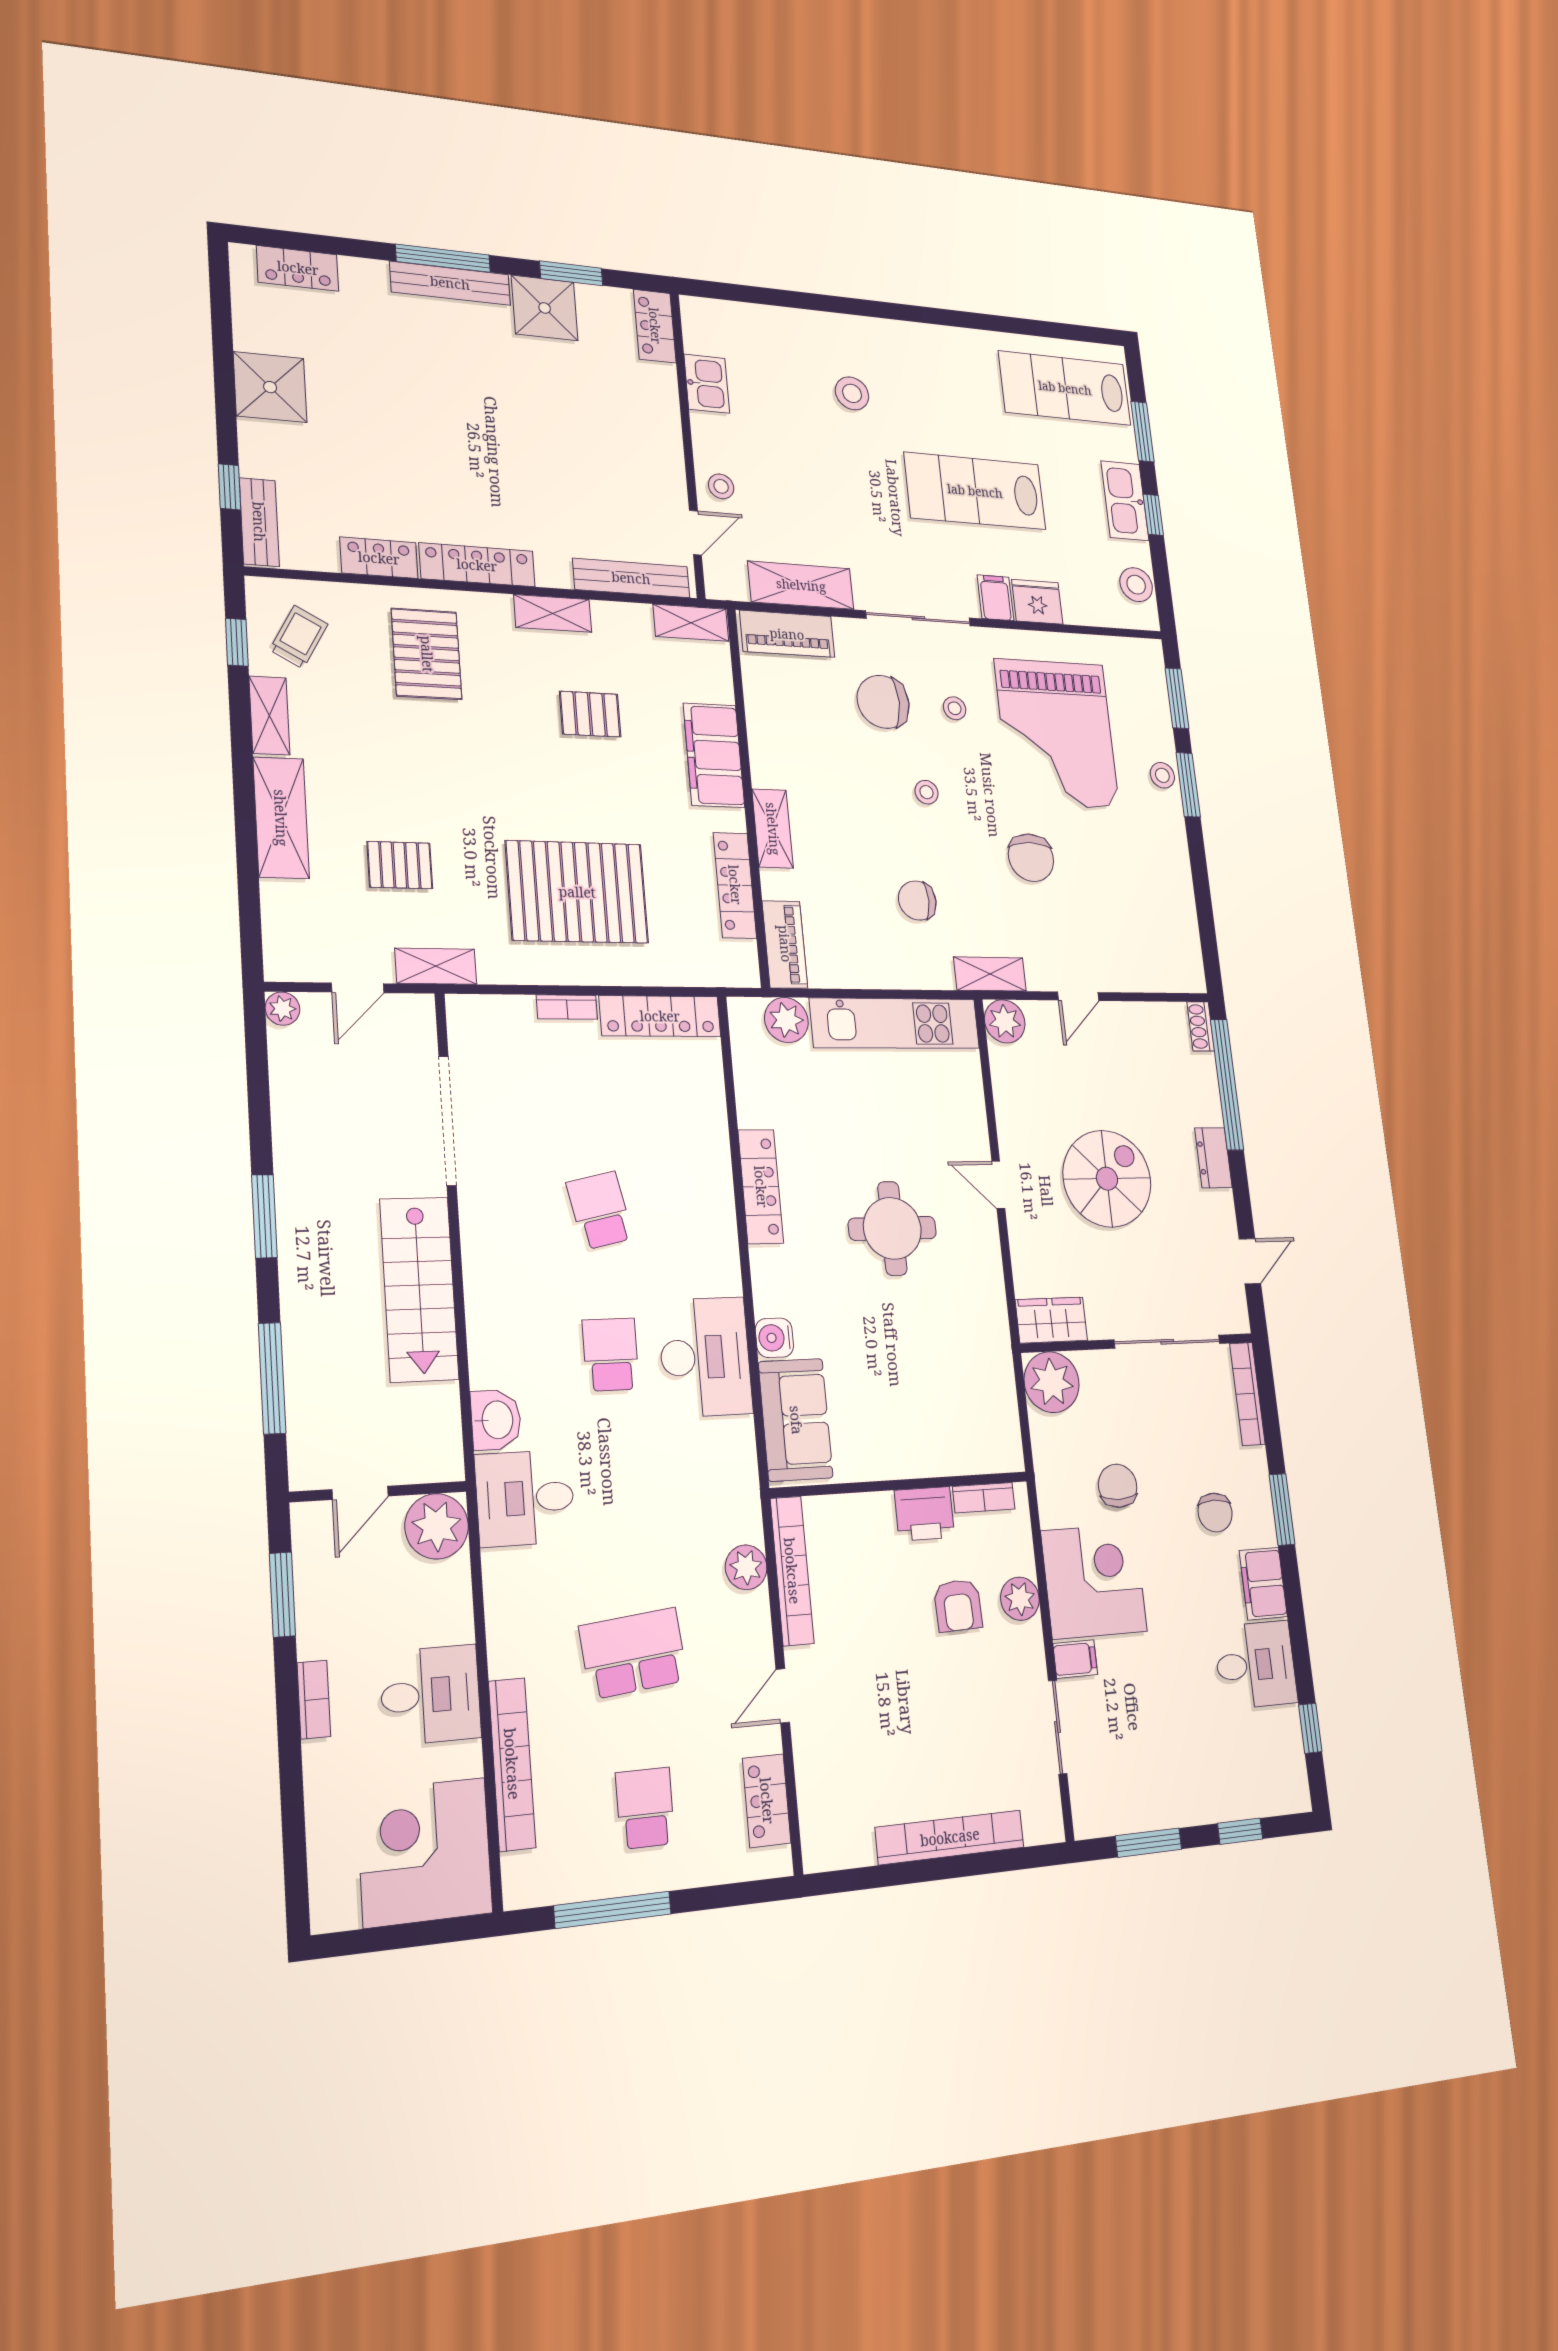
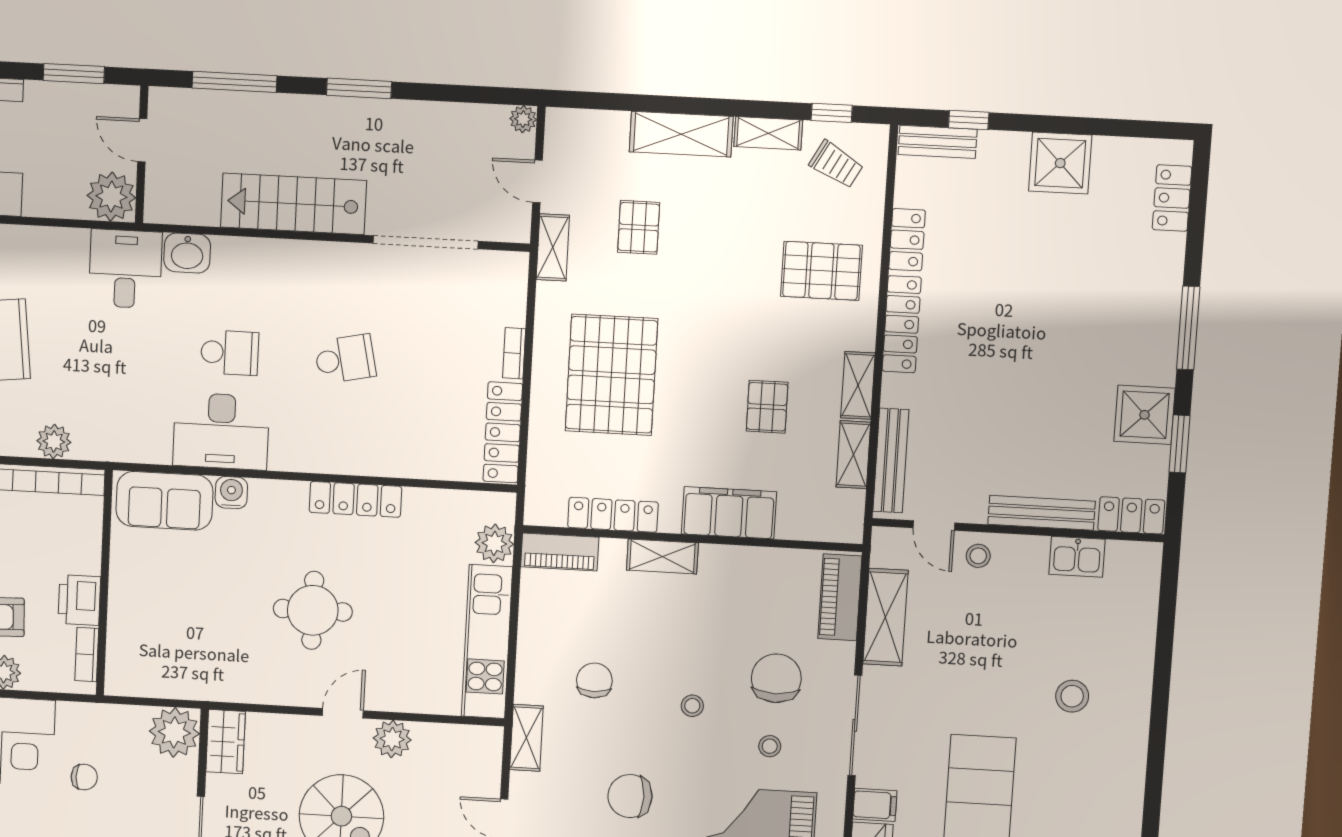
bench: (450, 283) -> (1042, 513), moved, turned 90
shelving: (691, 623) -> (853, 455), moved
plant: (1005, 1021) -> (392, 739), moved
chair: (1118, 1486) -> (84, 777), width x0.73, depth x0.73

